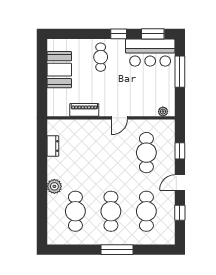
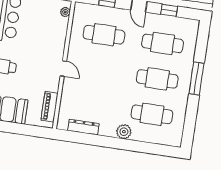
piano: (84, 110) -> (49, 107), moved
door: (120, 118) -> (63, 68), moved
dresser: (53, 146) -> (83, 127), width x1.44

